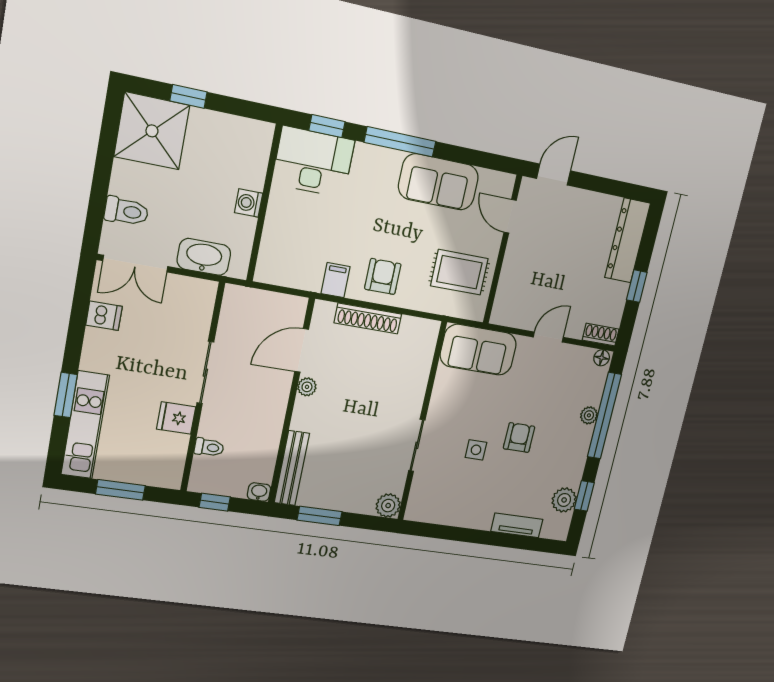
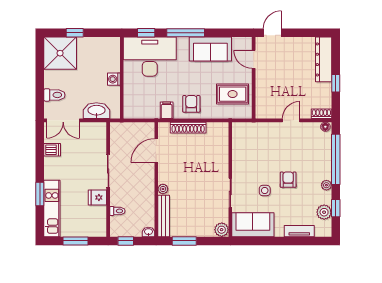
desk: (313, 162) -> (150, 57), width x1.36, depth x1.30
sofa: (478, 350) -> (253, 225), moved, turned 180
plant: (307, 387) -> (163, 189), moved
plant: (589, 415) -> (326, 185), moved

